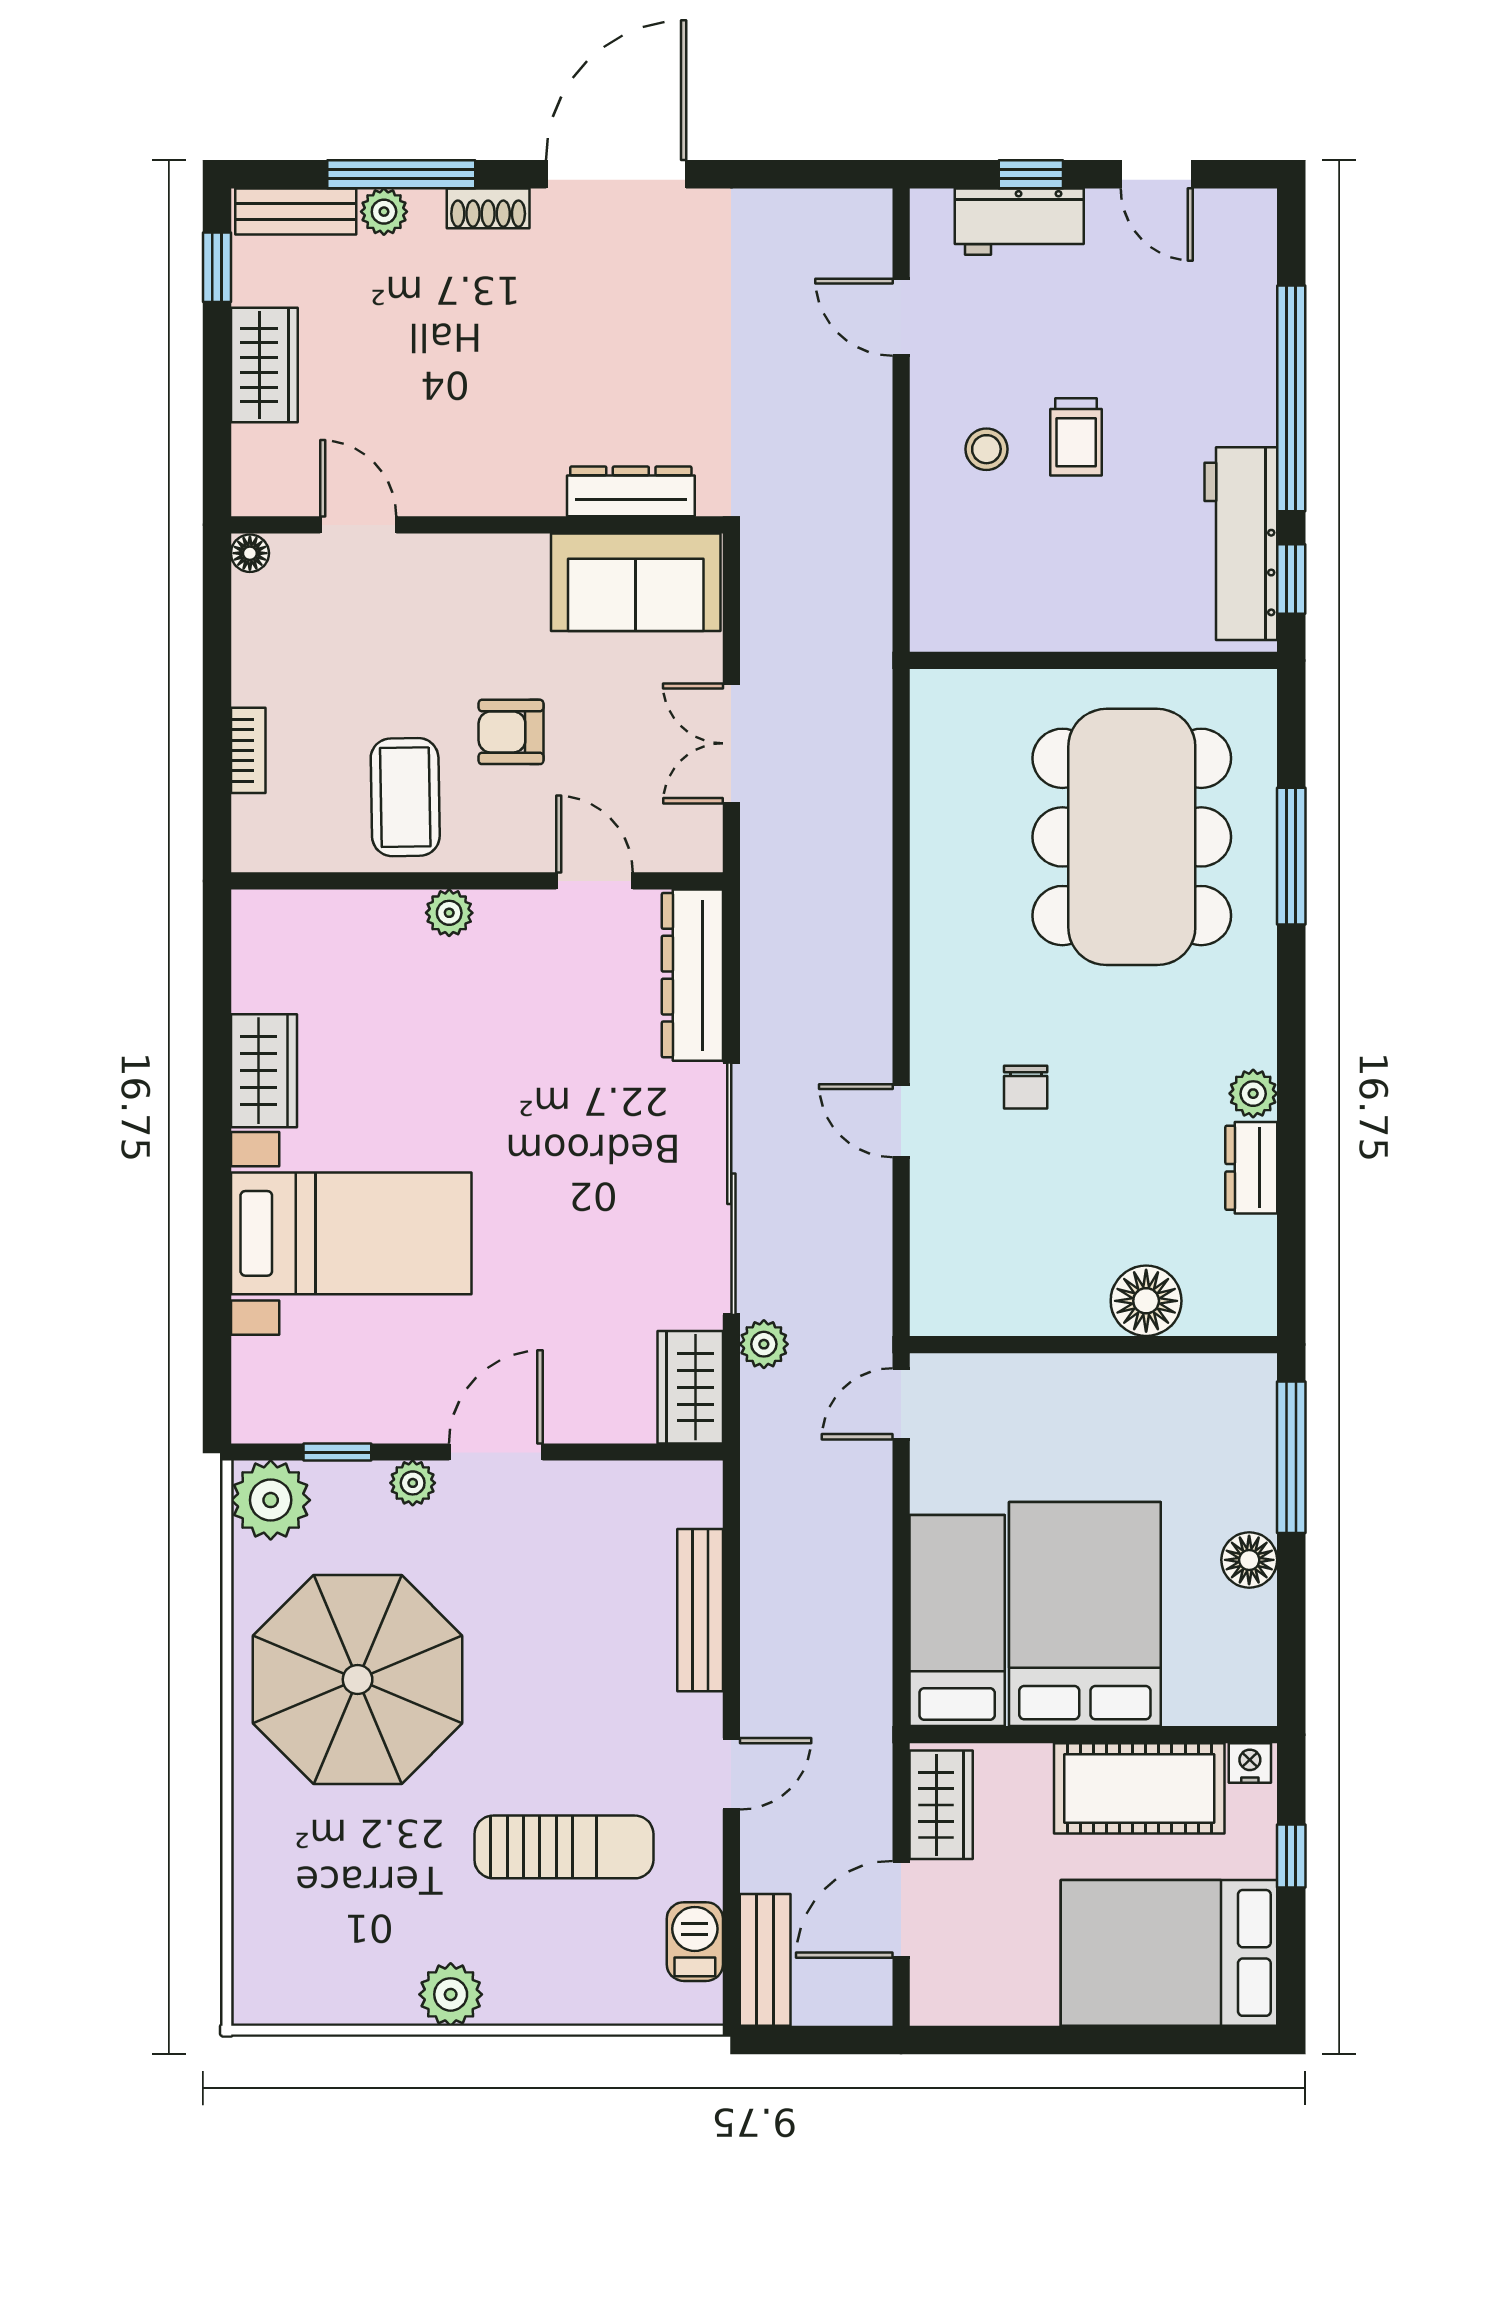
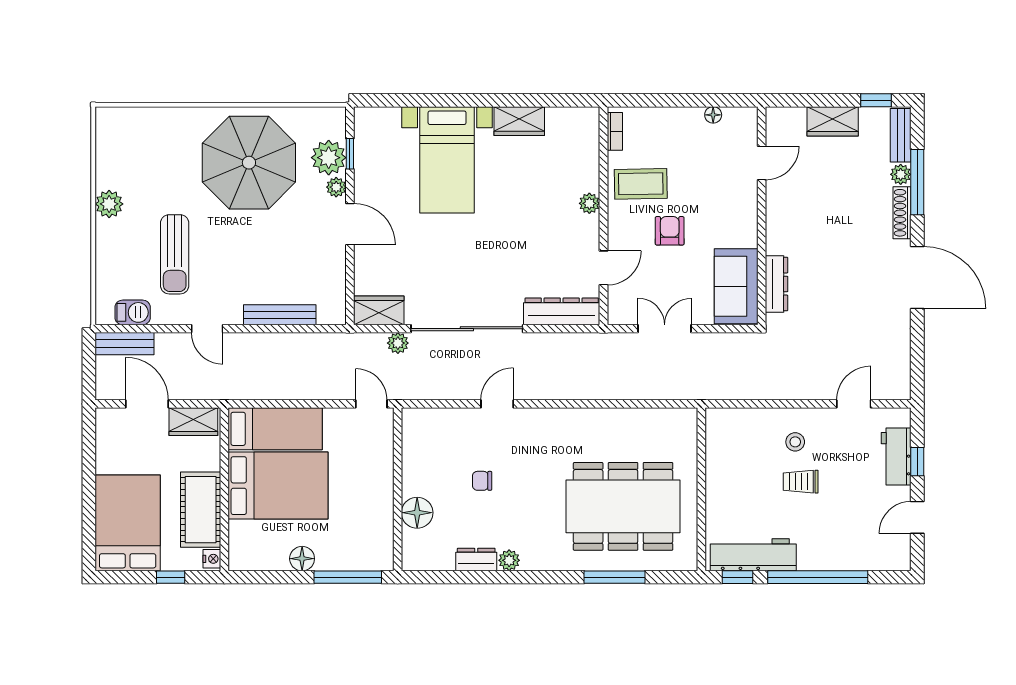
shoe rack: (488, 208) -> (902, 213), width x1.43
floor lamp: (250, 553) -> (713, 115), moved
bookcase: (248, 750) -> (615, 131), moved, turned -90
chair: (1026, 1087) -> (482, 481), moved
plant: (271, 1500) -> (329, 158), moved

